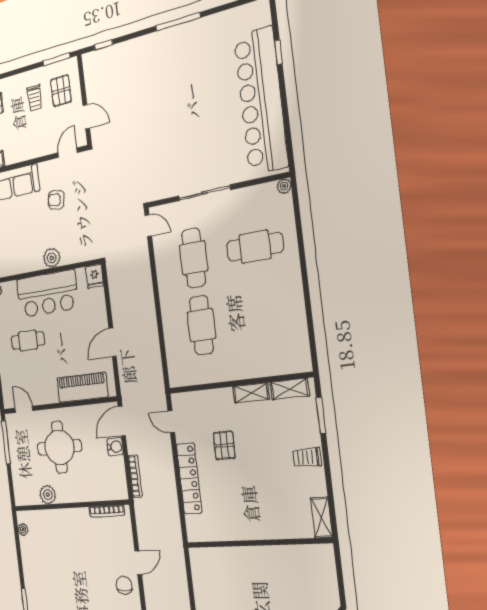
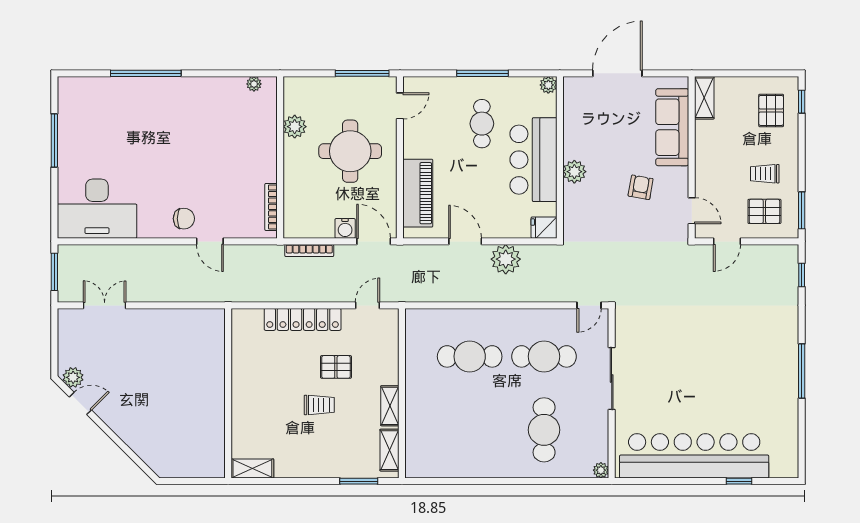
plant: (122, 305) -> (506, 259), added
trolley: (307, 457) -> (319, 405), moved, turned 90

